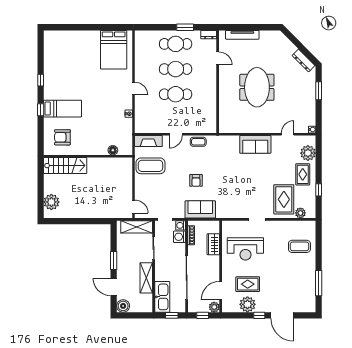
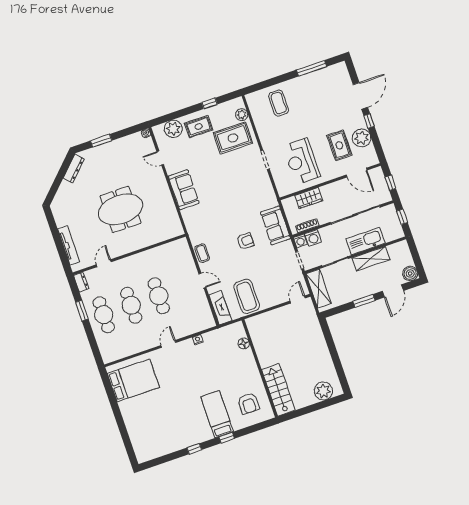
reception desk: (245, 249) -> (302, 161), turned 180
kitchen sink: (162, 297) -> (366, 241), moved
plant: (214, 307) -> (377, 173), removed

